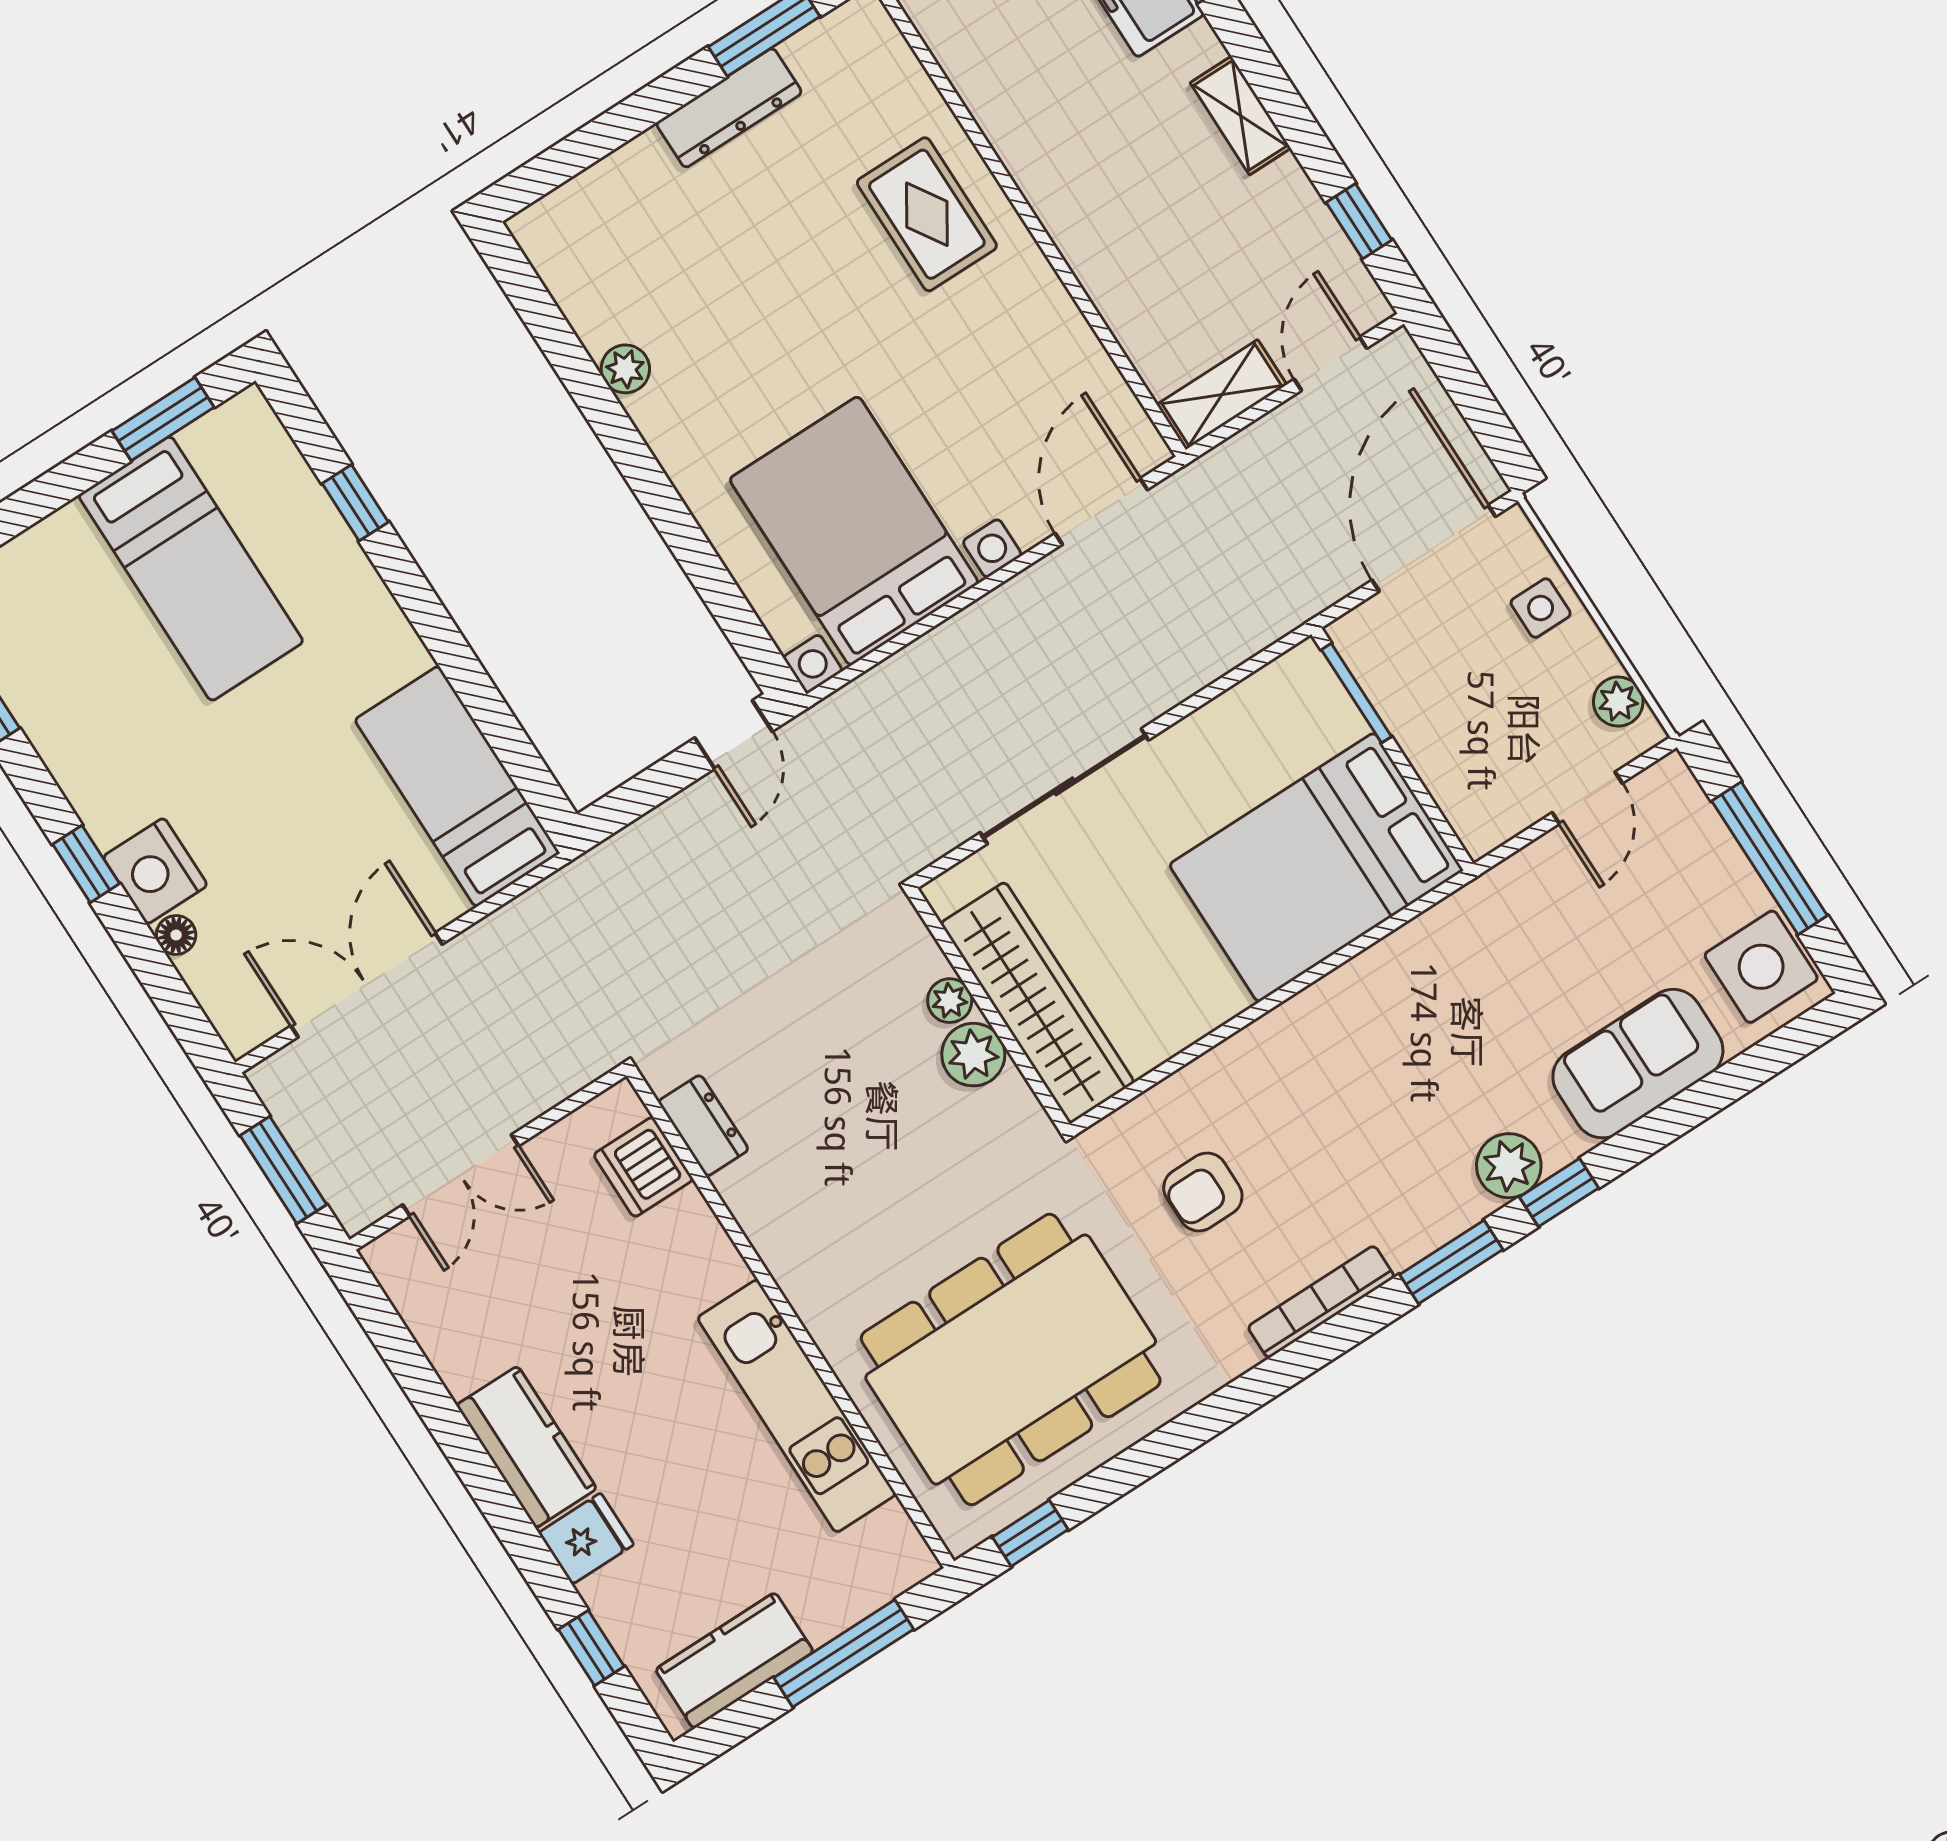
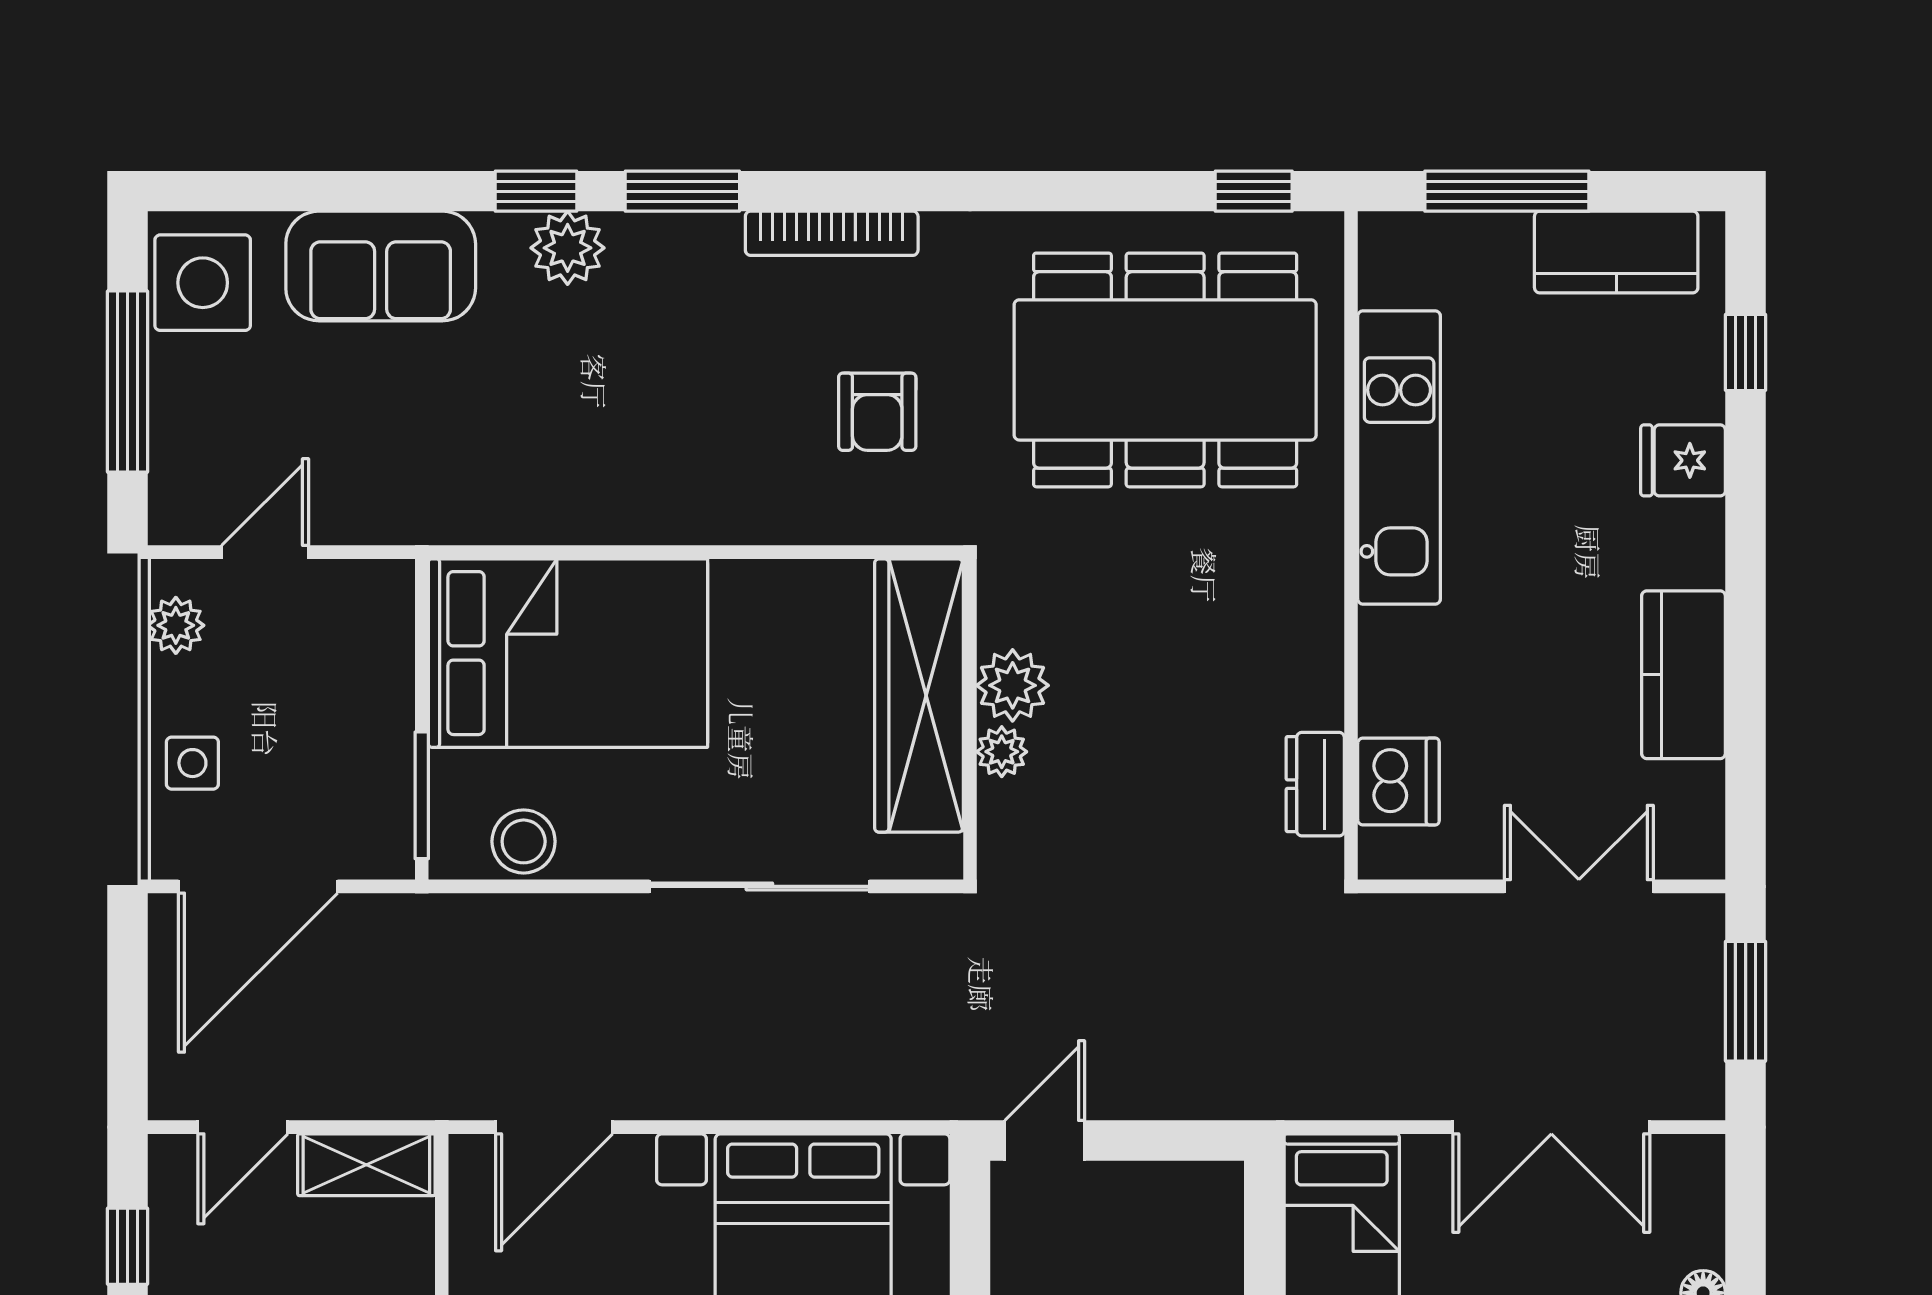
stool: (1259, 707) -> (524, 841), added
armchair: (1203, 1192) -> (877, 412), turned 90
kitchen counter: (526, 1447) -> (1683, 675), moved

